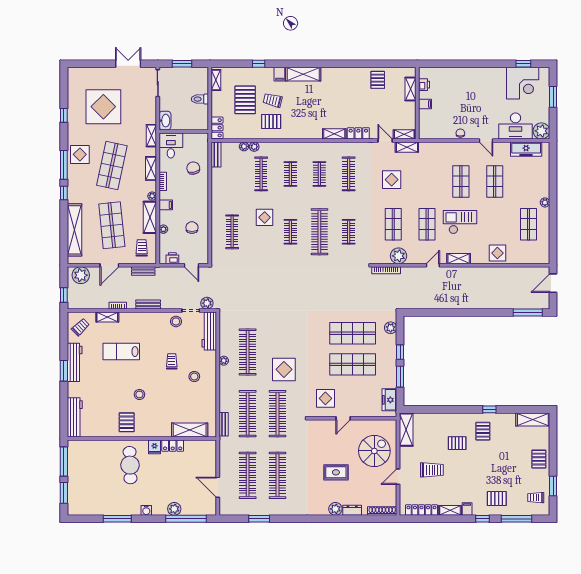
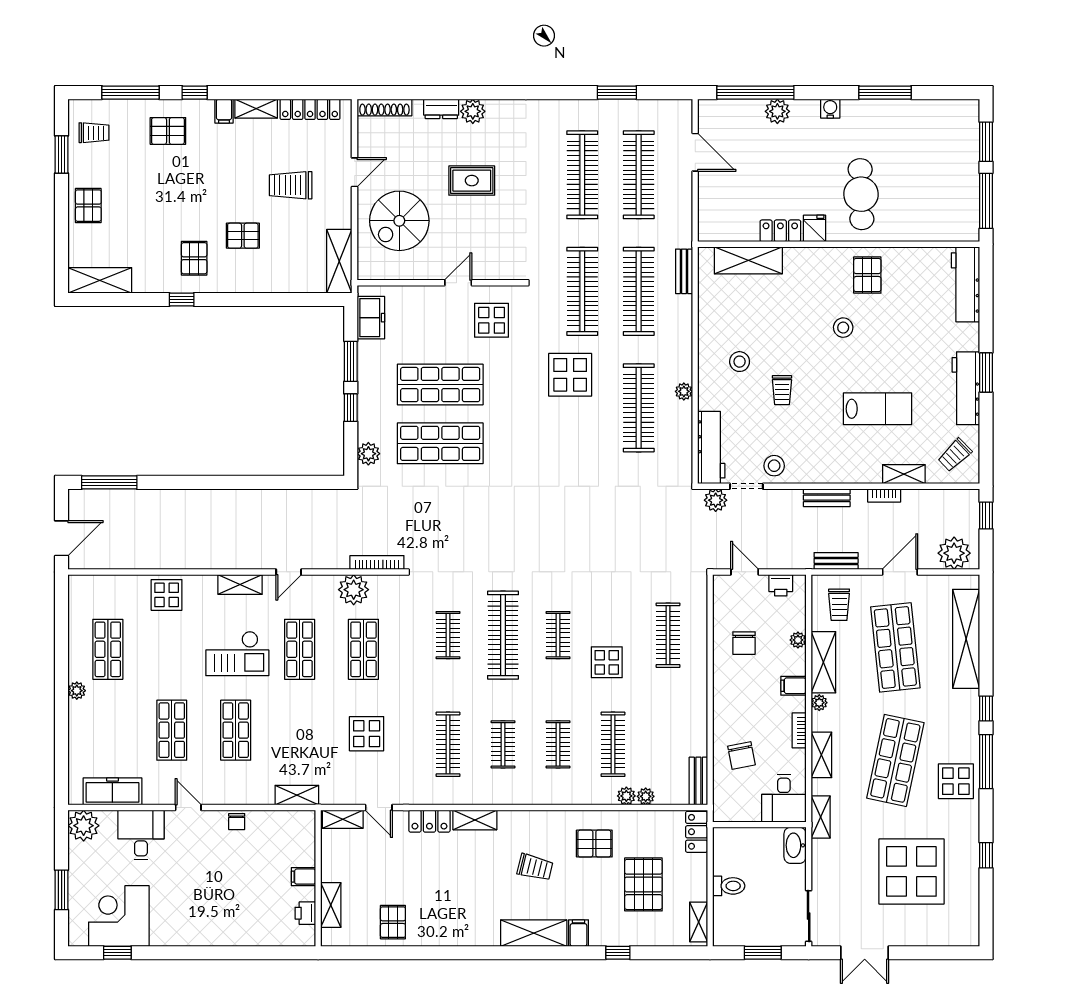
trolley: (273, 100) -> (535, 867), moved
desk: (516, 126) -> (141, 835), width x0.73
shelving: (407, 147) -> (297, 795), moved

